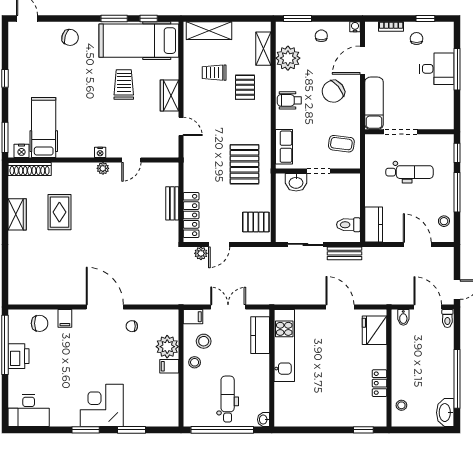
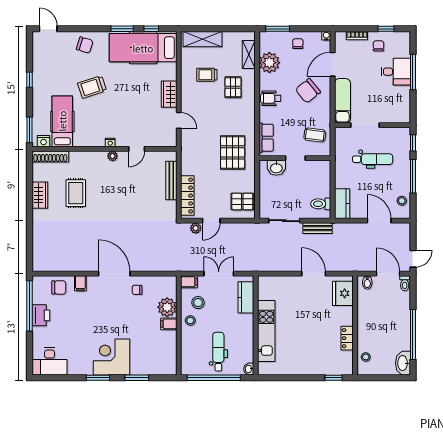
trolley: (124, 84) -> (92, 87), moved, turned -108
bench: (172, 203) -> (171, 180), width x1.36
kitchen unit: (284, 345) -> (266, 331), moved

